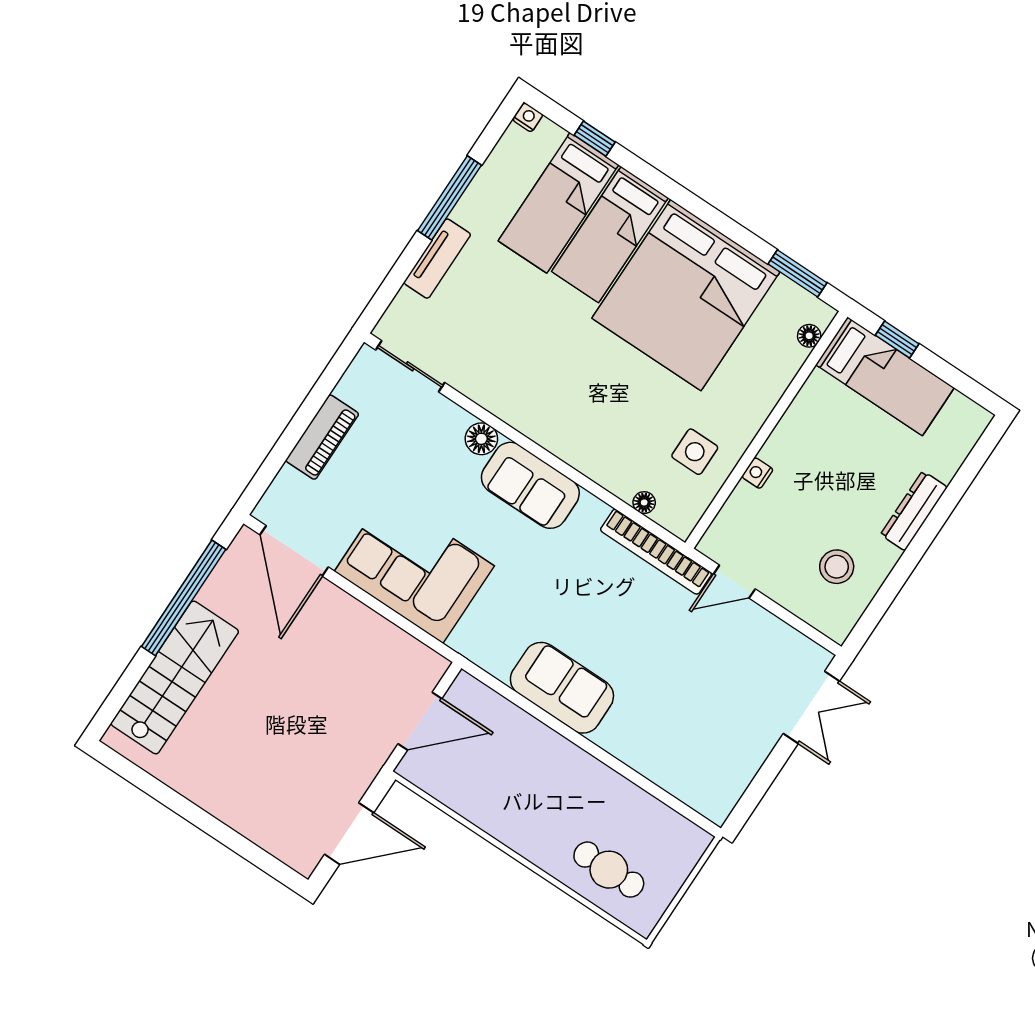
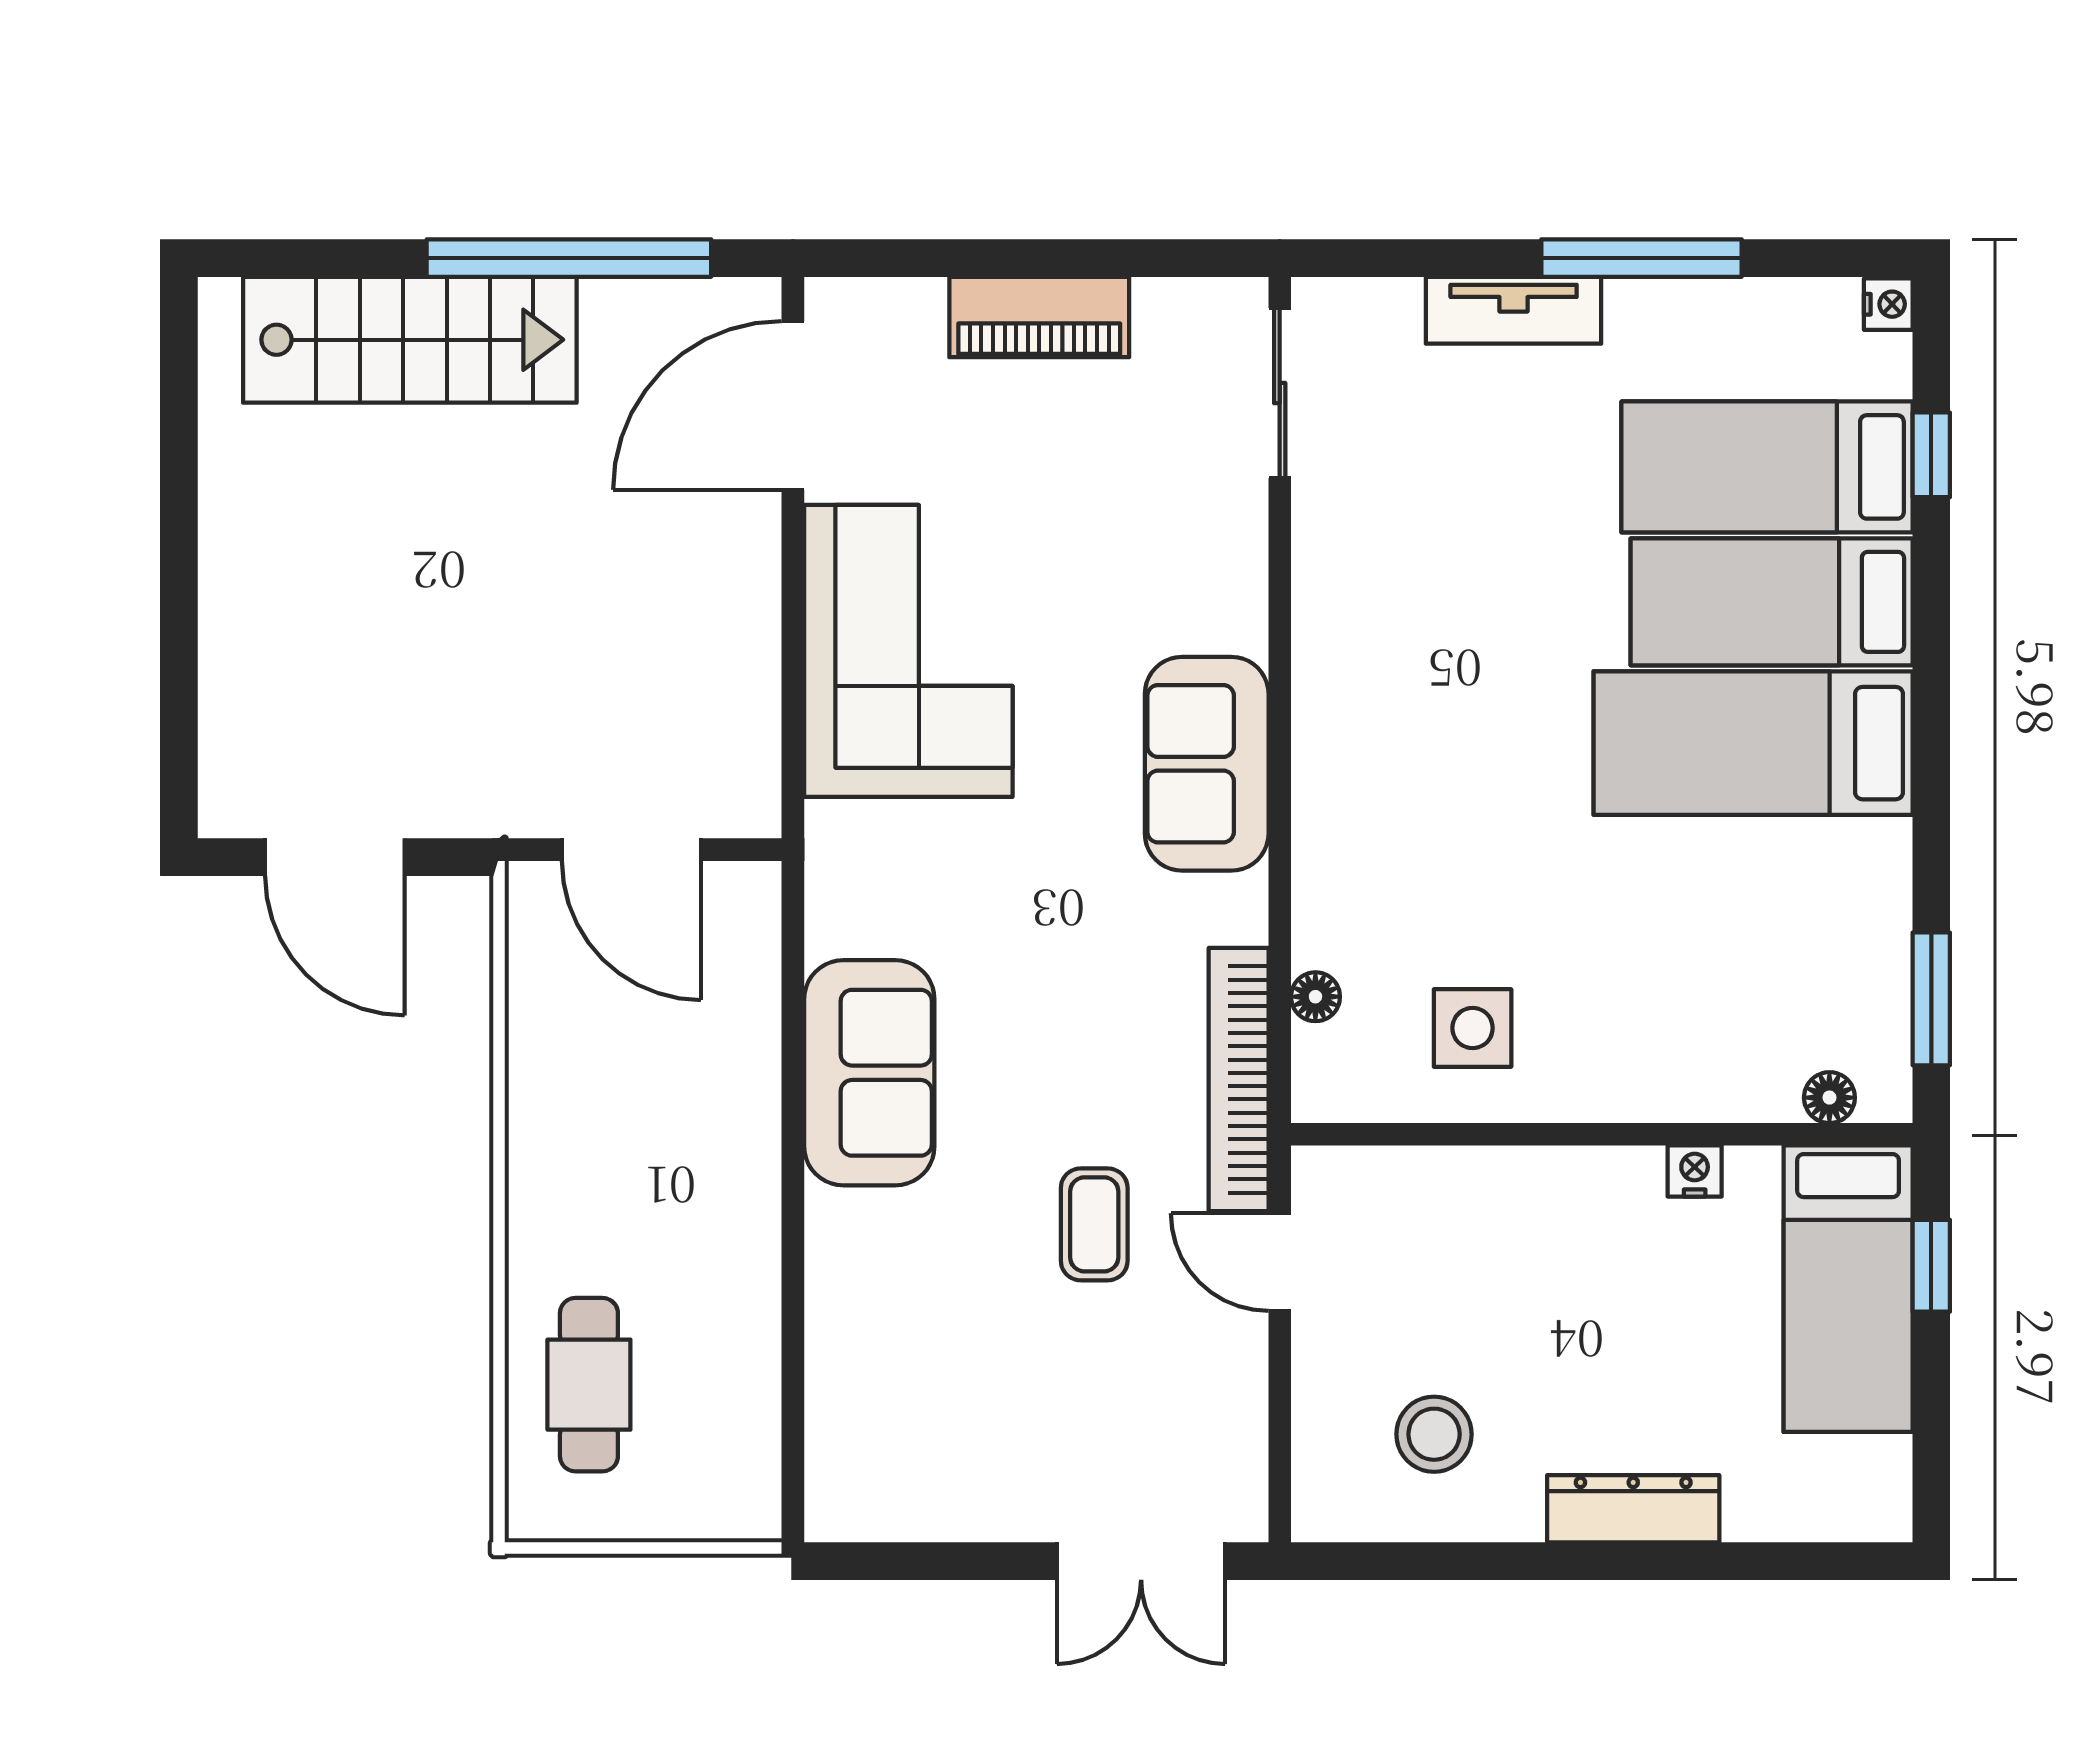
bed: (686, 295) -> (1753, 743), width x0.49
floor lamp: (481, 439) -> (1233, 615), removed
nightstand: (757, 473) -> (1695, 1171), moved
coffee table: (674, 641) -> (1094, 1224), added

